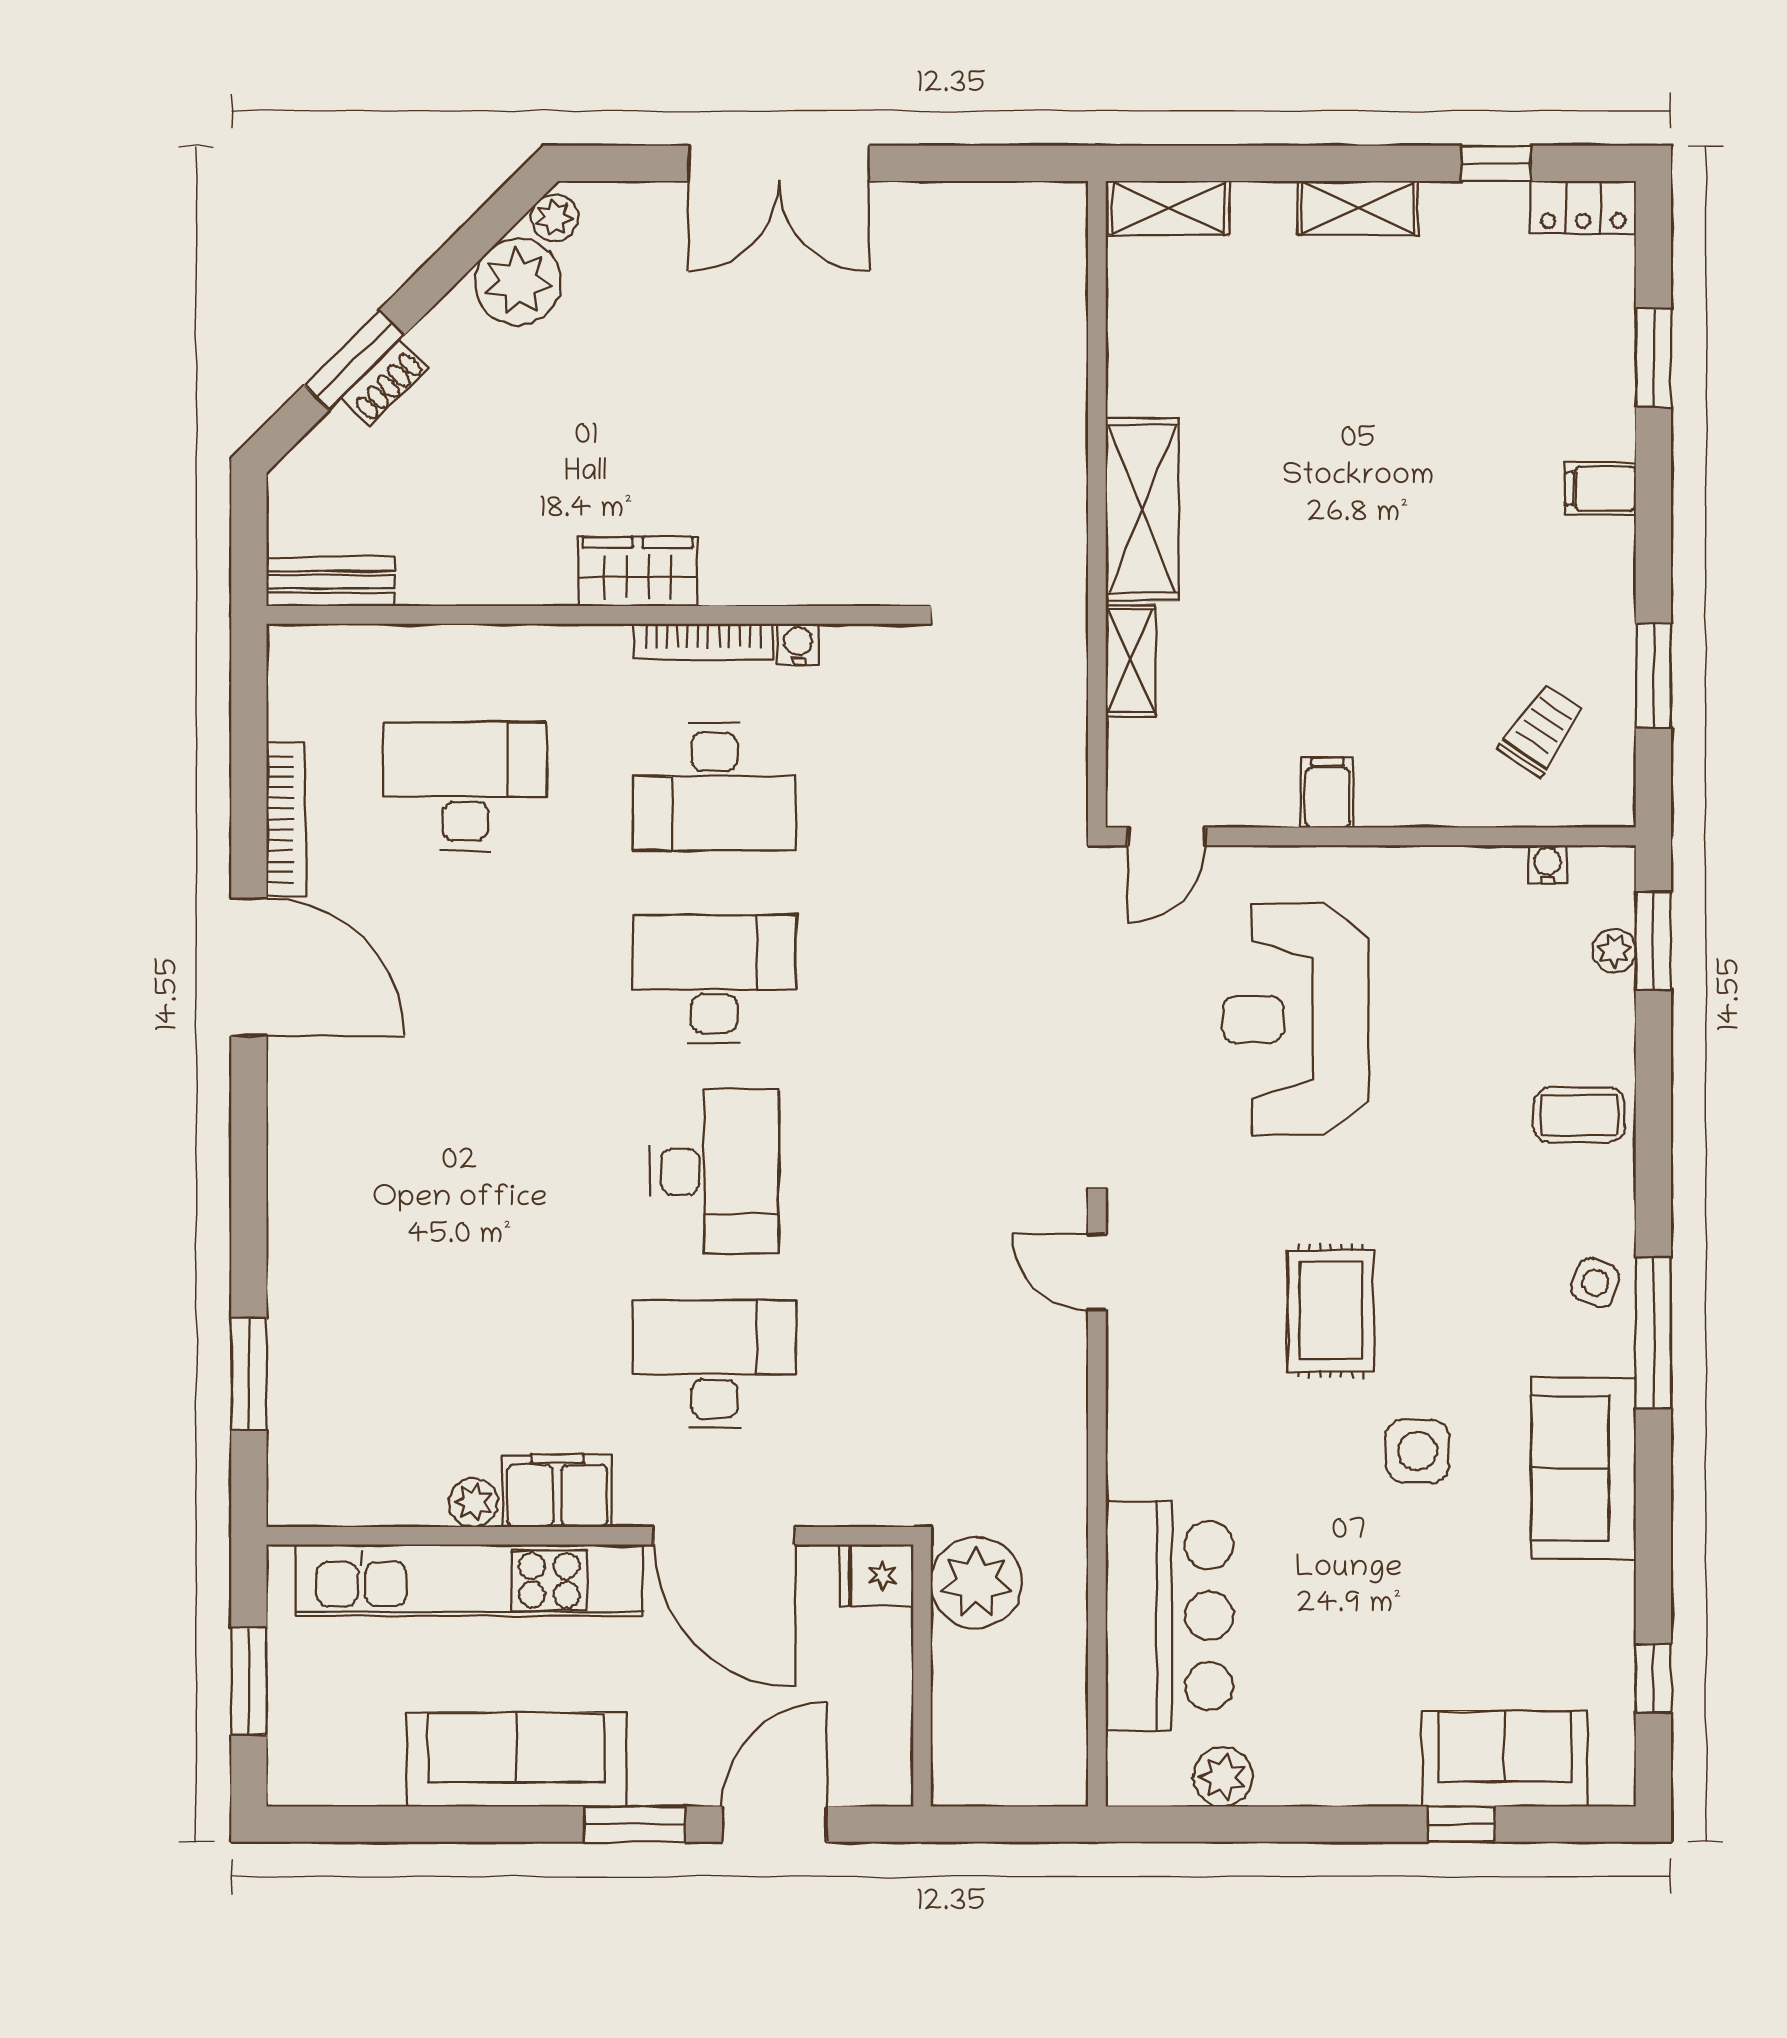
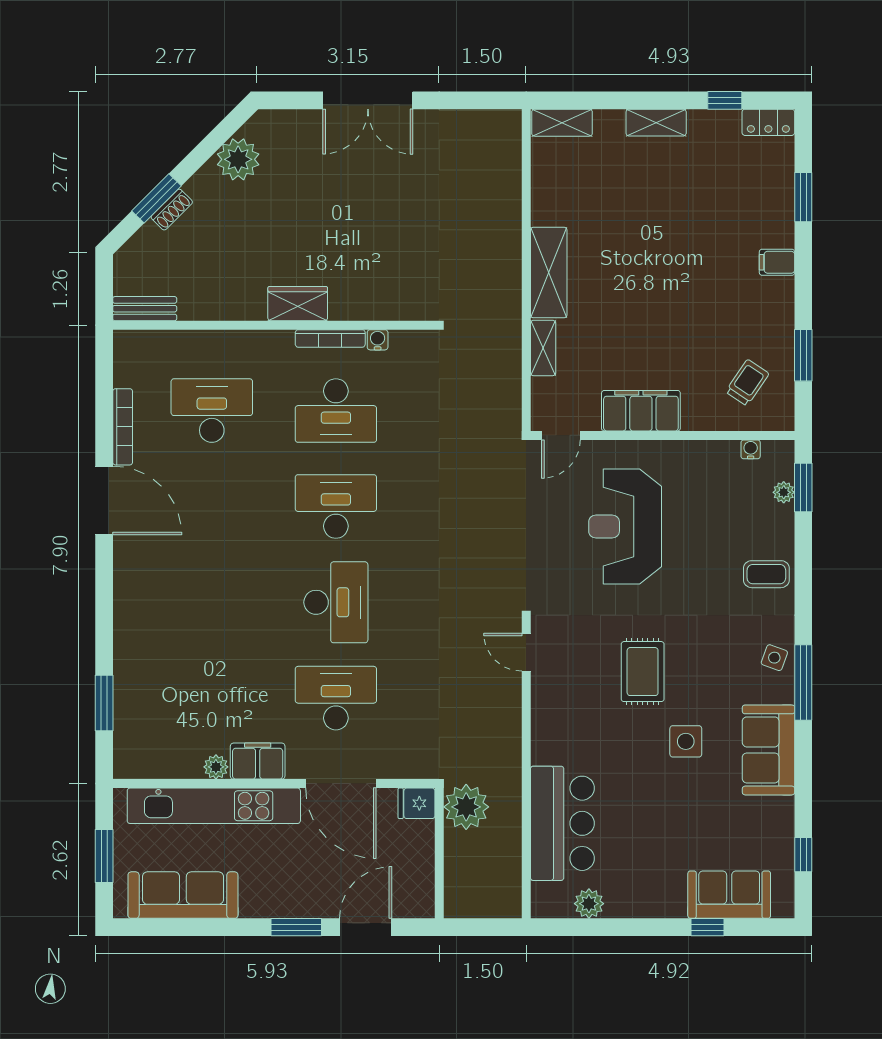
plant: (555, 218) -> (256, 127), removed
filing cabinet: (1327, 793) -> (641, 411), width x3.00, depth x1.17
sofa: (516, 1760) -> (183, 895), moved

